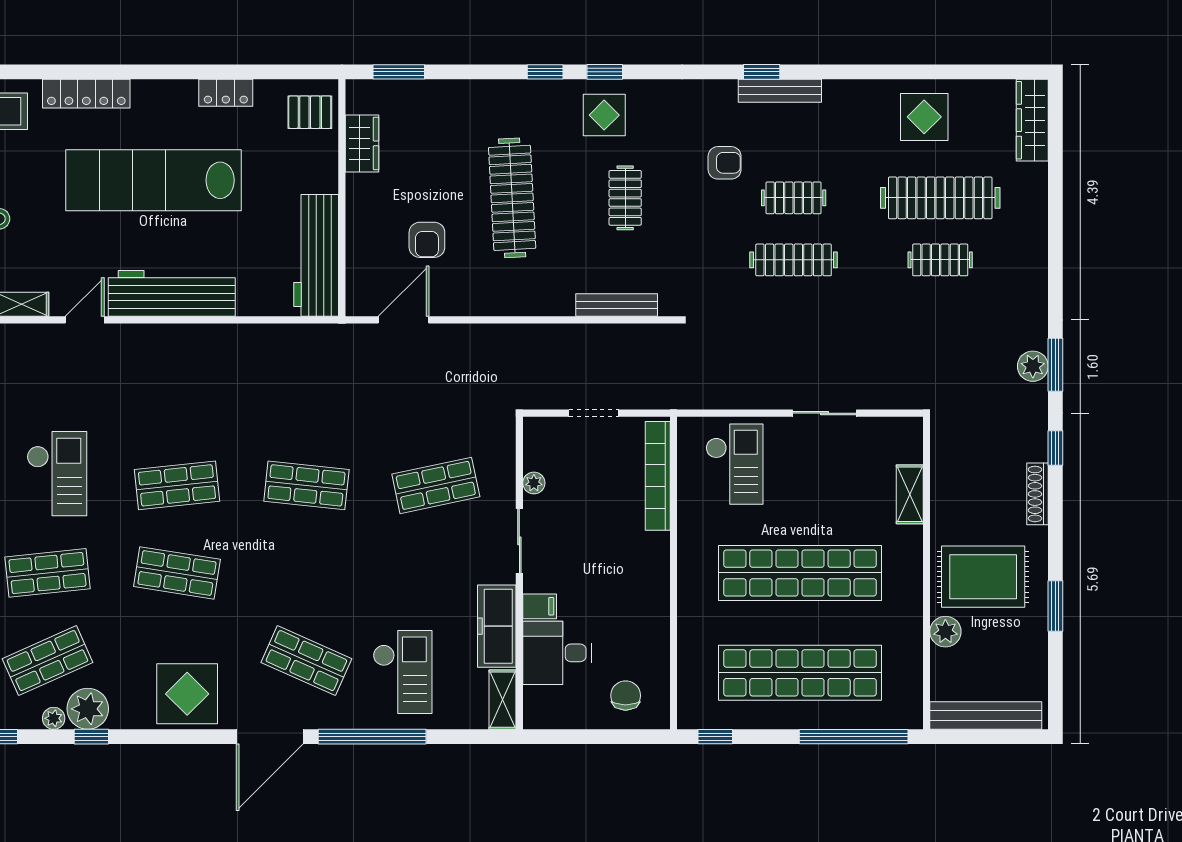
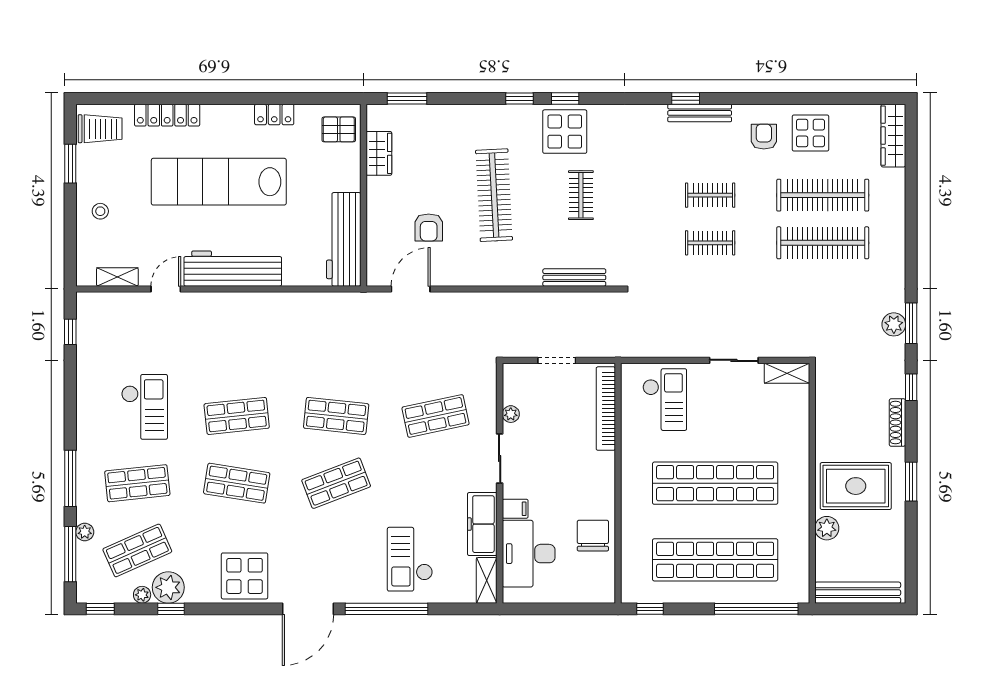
display table: (604, 115) -> (565, 132), width x1.36, depth x1.36
armchair: (725, 163) -> (764, 137), moved, turned -90
clothes rail: (794, 260) -> (710, 243), width x0.73
clothes rail: (940, 260) -> (823, 243), width x1.86, depth x1.31
shelving: (910, 494) -> (787, 373), moved, turned 90
window: (1055, 606) -> (911, 482), moved
desk: (557, 653) -> (529, 554), width x1.37
shop shelf: (306, 661) -> (336, 483), moved, turned -45
checkout: (403, 672) -> (410, 559), turned 180
chair: (626, 696) -> (593, 536), moved, width x1.37, depth x1.37

